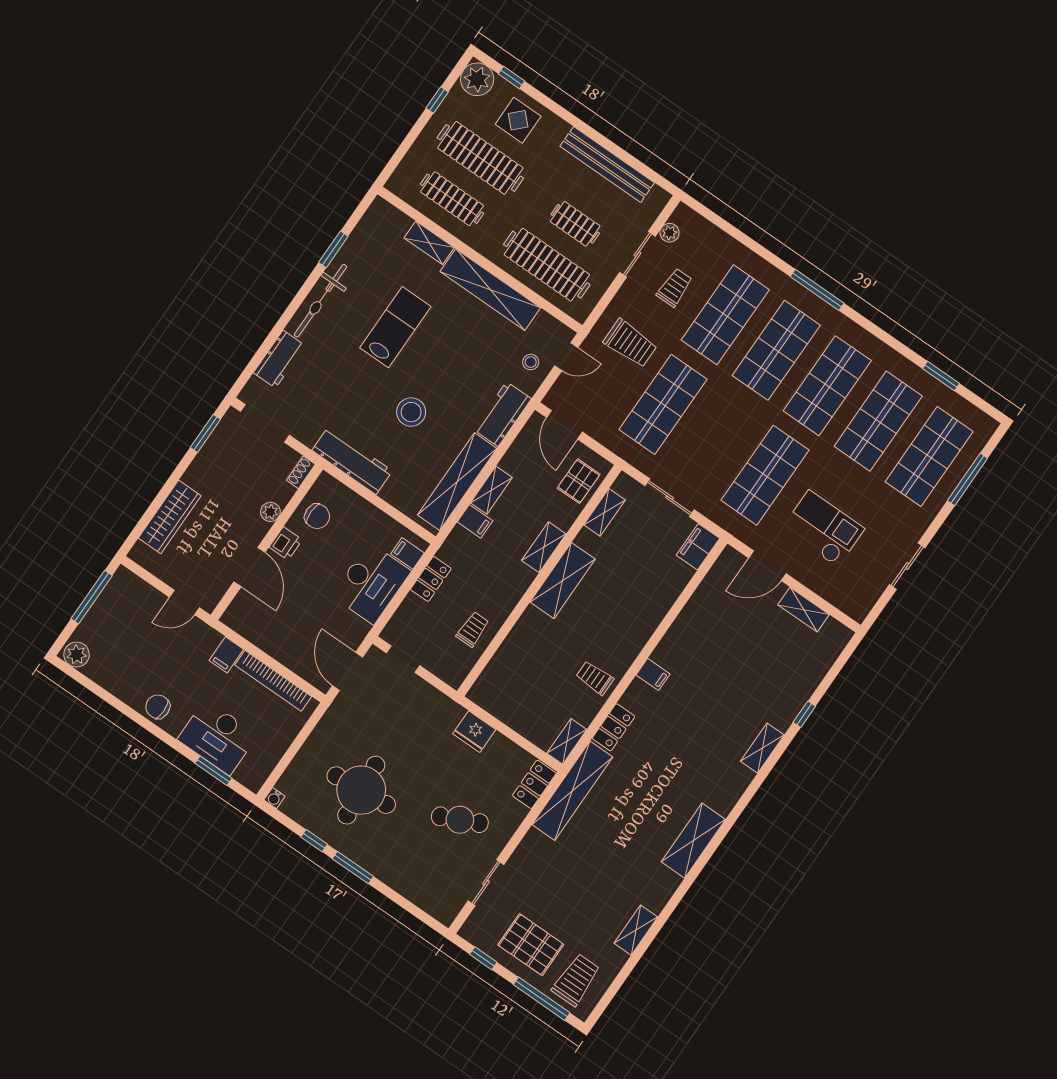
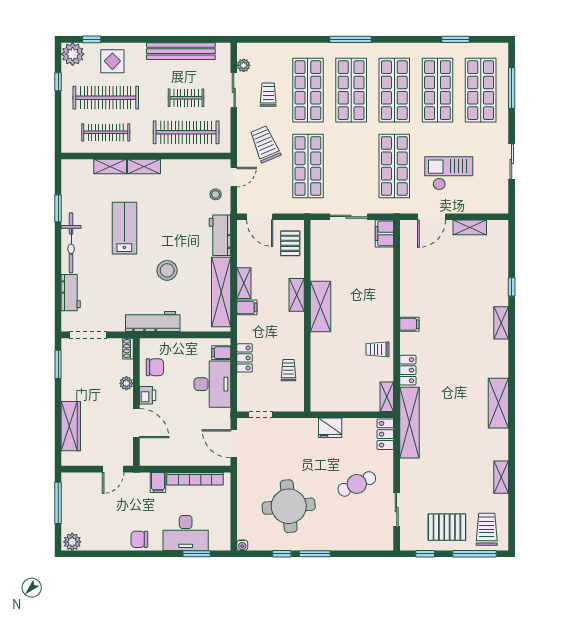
shelving: (490, 290) -> (144, 167), width x0.45, depth x0.75
trolley: (630, 343) -> (265, 144), turned -113
shelving: (604, 512) -> (317, 251), removed

